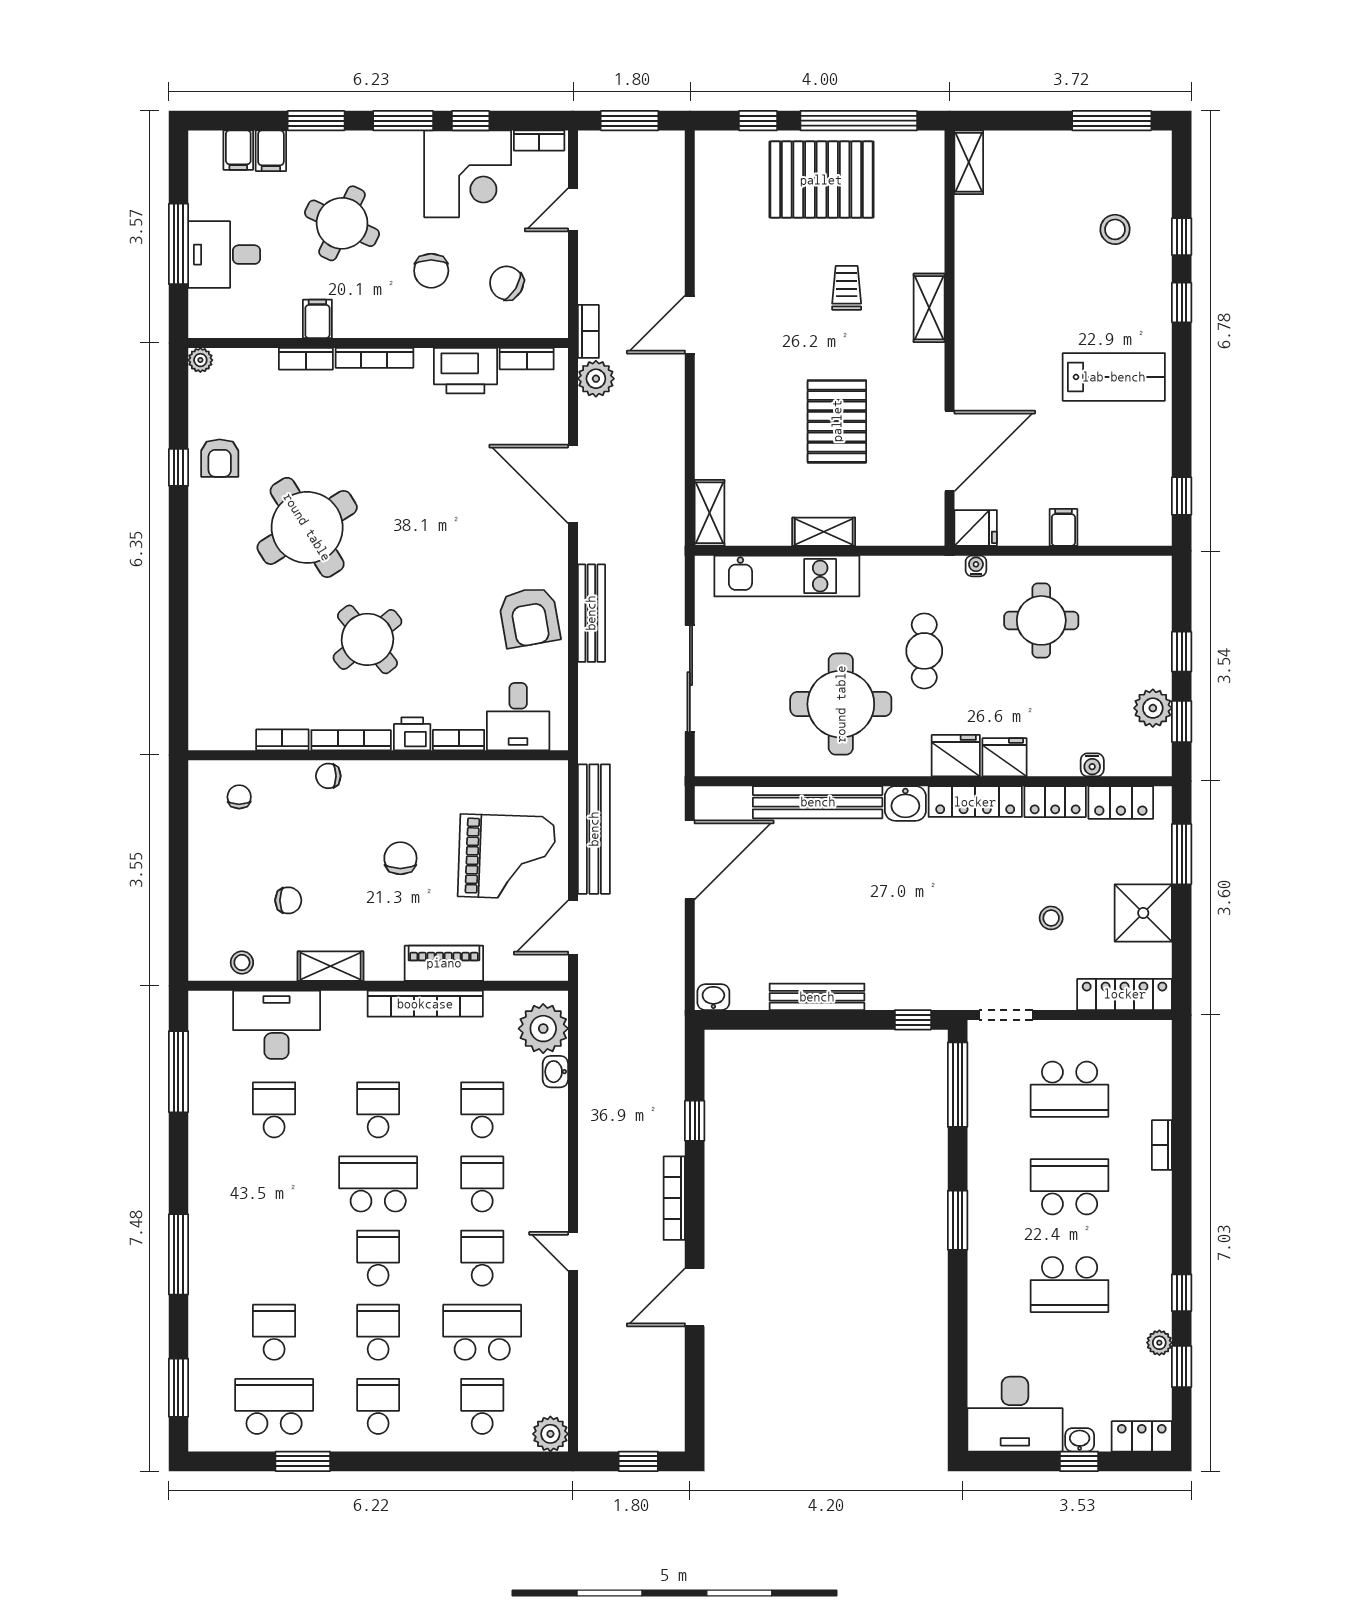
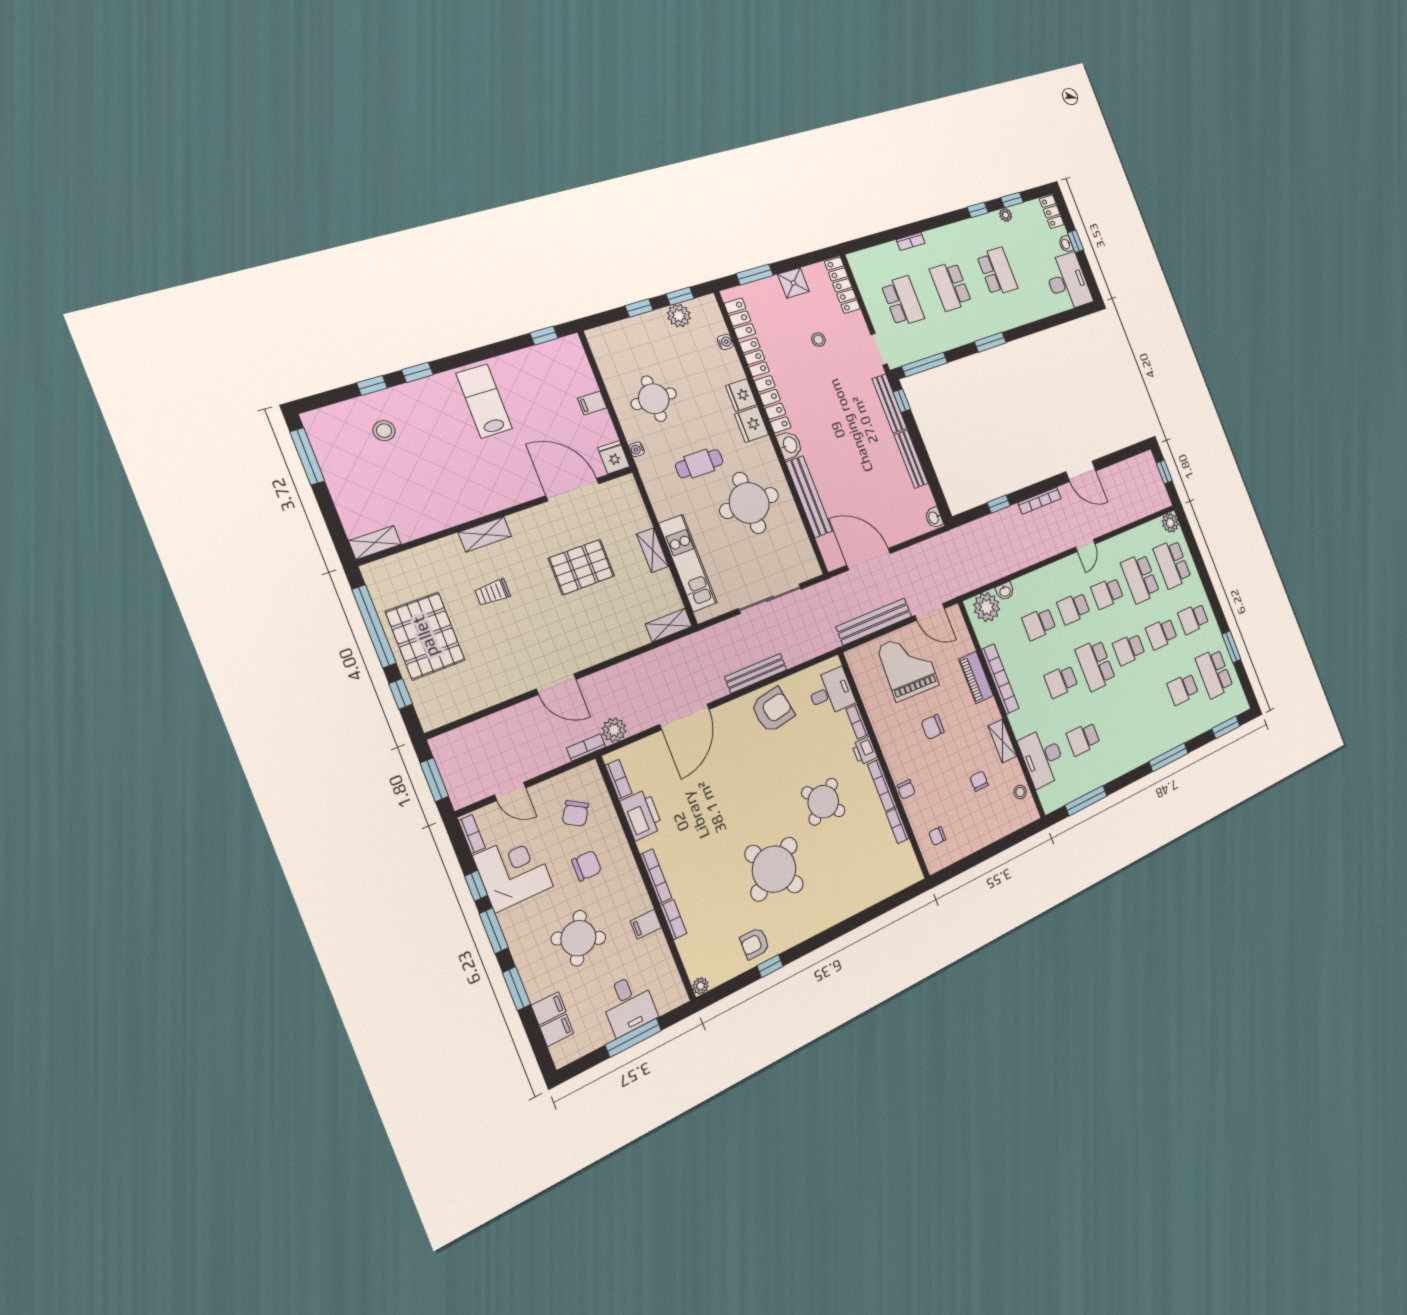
armchair: (220, 458) -> (755, 943), turned 180
shower: (1143, 913) -> (793, 283), width x0.73, depth x0.73
bench: (915, 997) -> (889, 404), added
school desk: (482, 1406) -> (1172, 564), width x1.85

